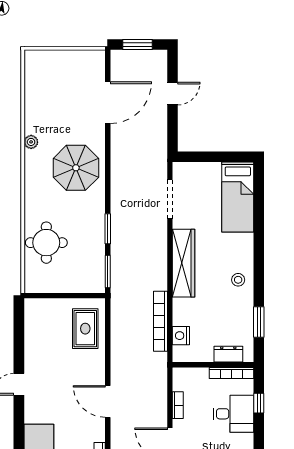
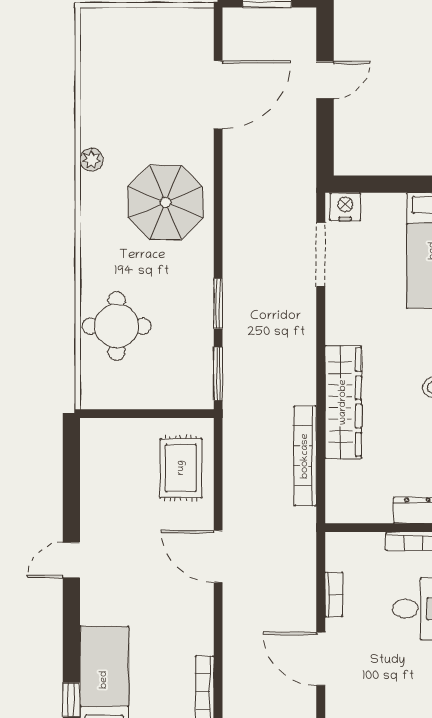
wardrobe: (184, 263) -> (343, 402), moved
nightstand: (181, 336) -> (345, 207), moved, turned 90
door: (108, 401) -> (218, 556), moved

